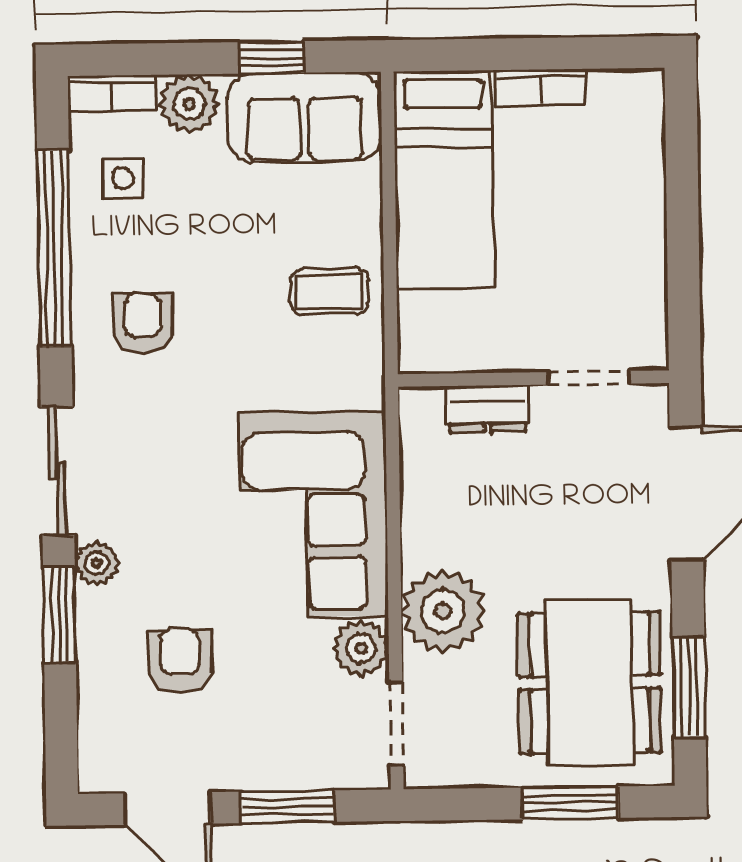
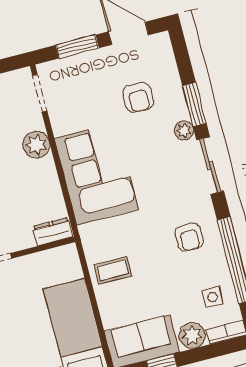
dresser: (487, 409) -> (53, 232), moved
plant: (443, 611) -> (36, 145), width x0.73, depth x0.73
plant: (361, 648) -> (63, 122), removed

